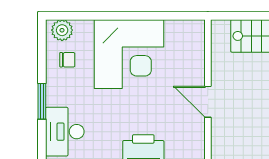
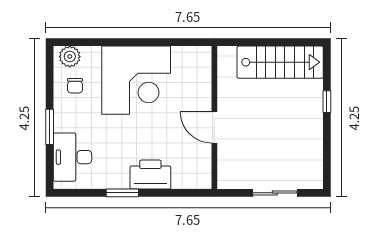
chair: (67, 60) -> (75, 86), turned 90

